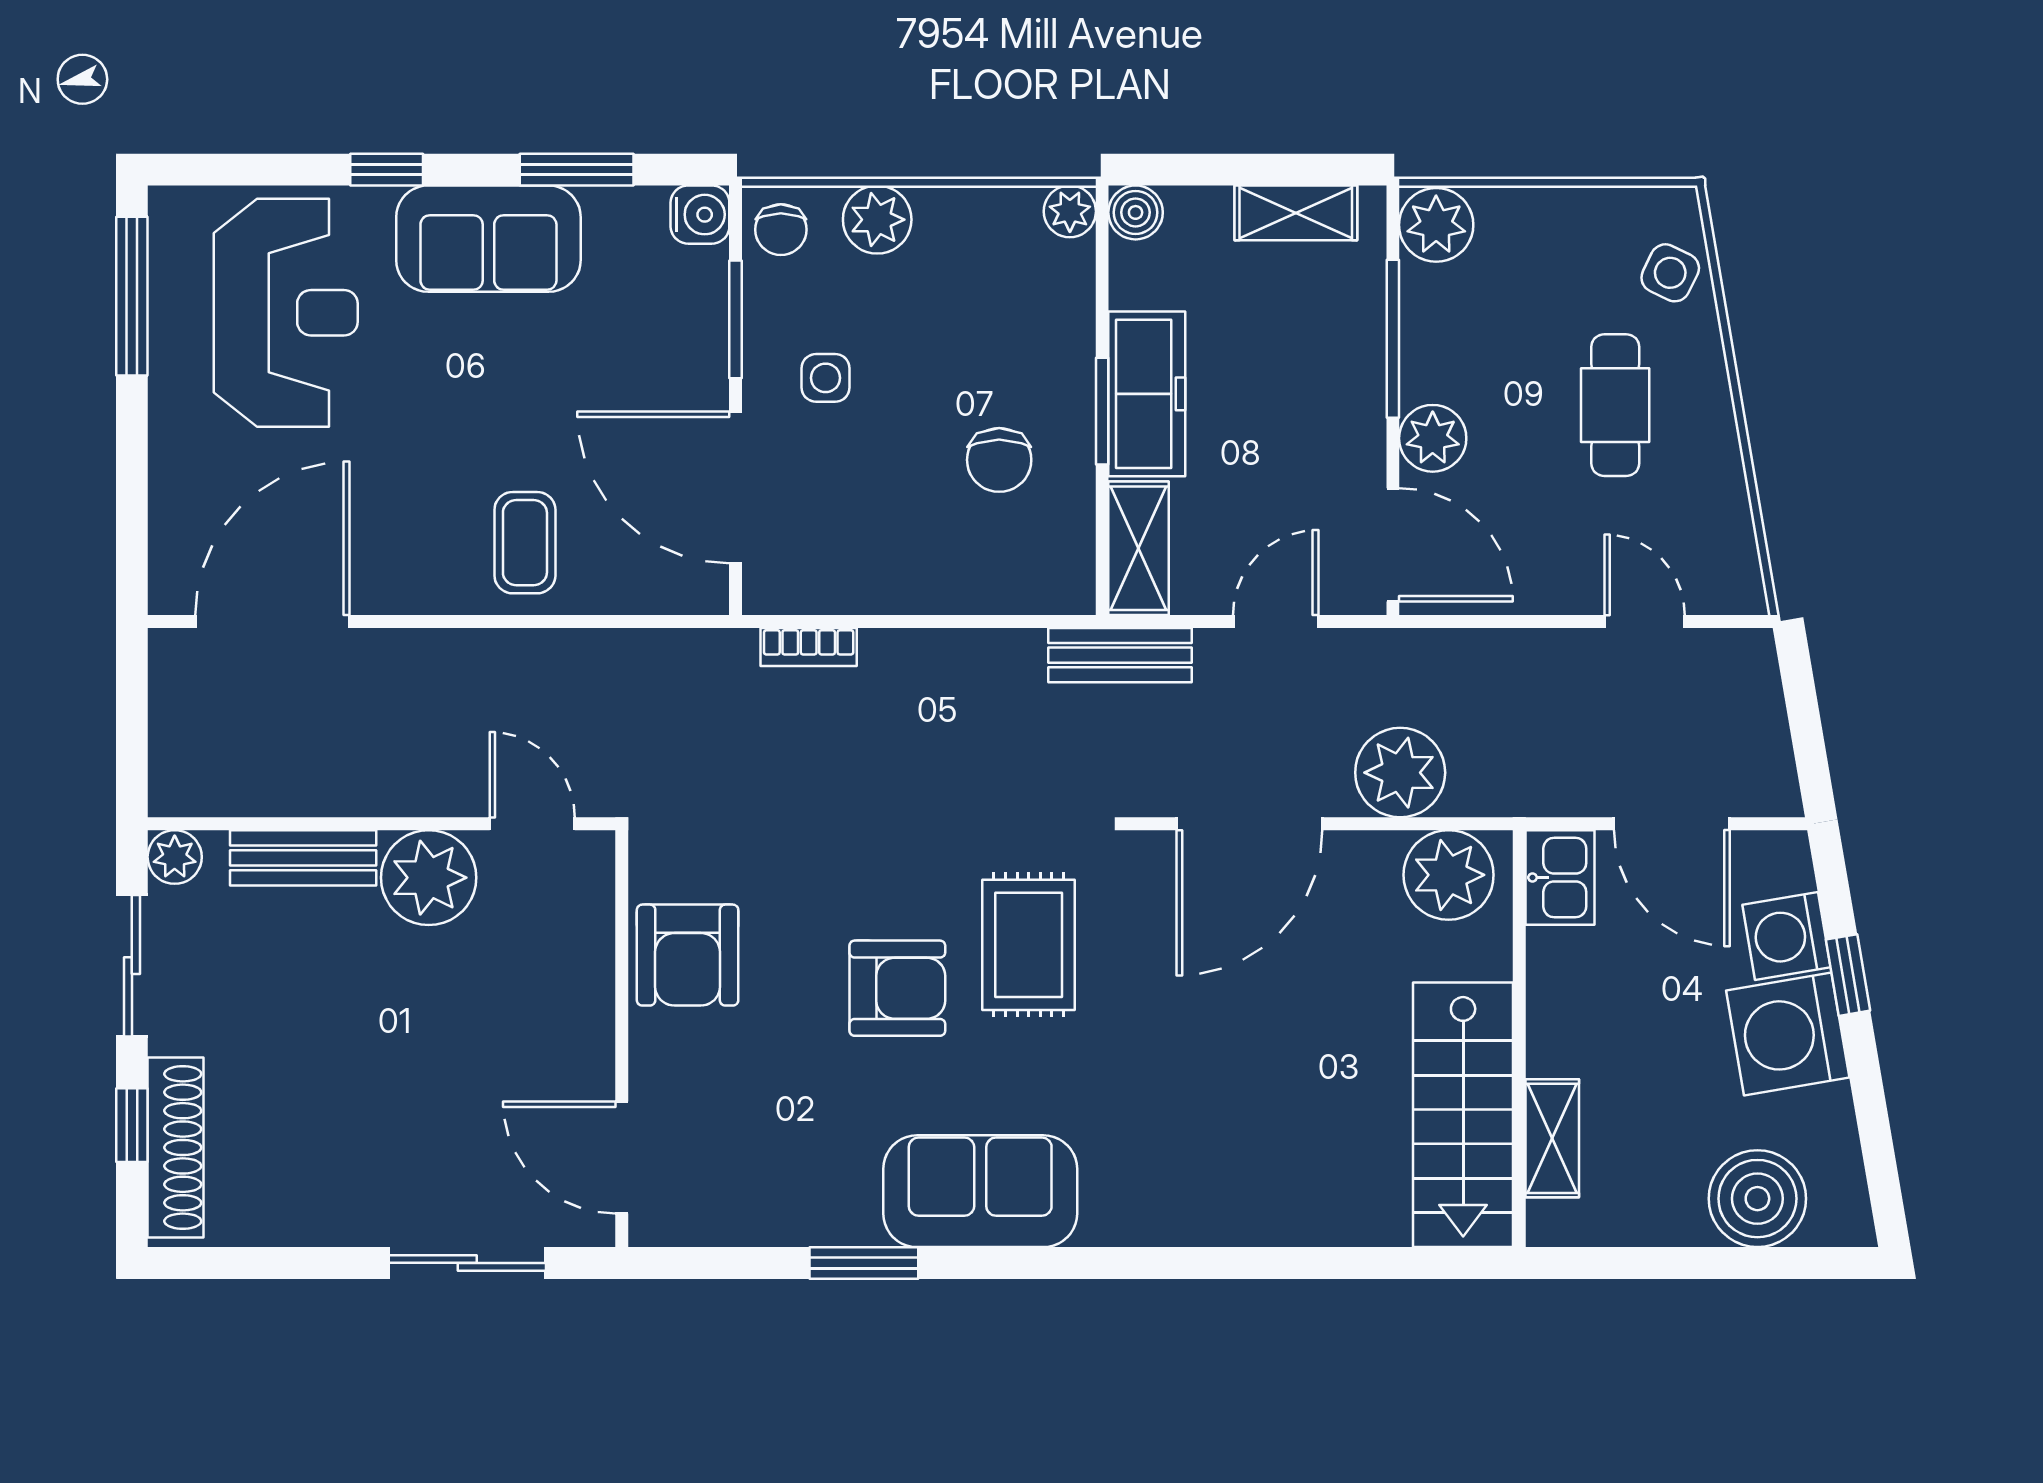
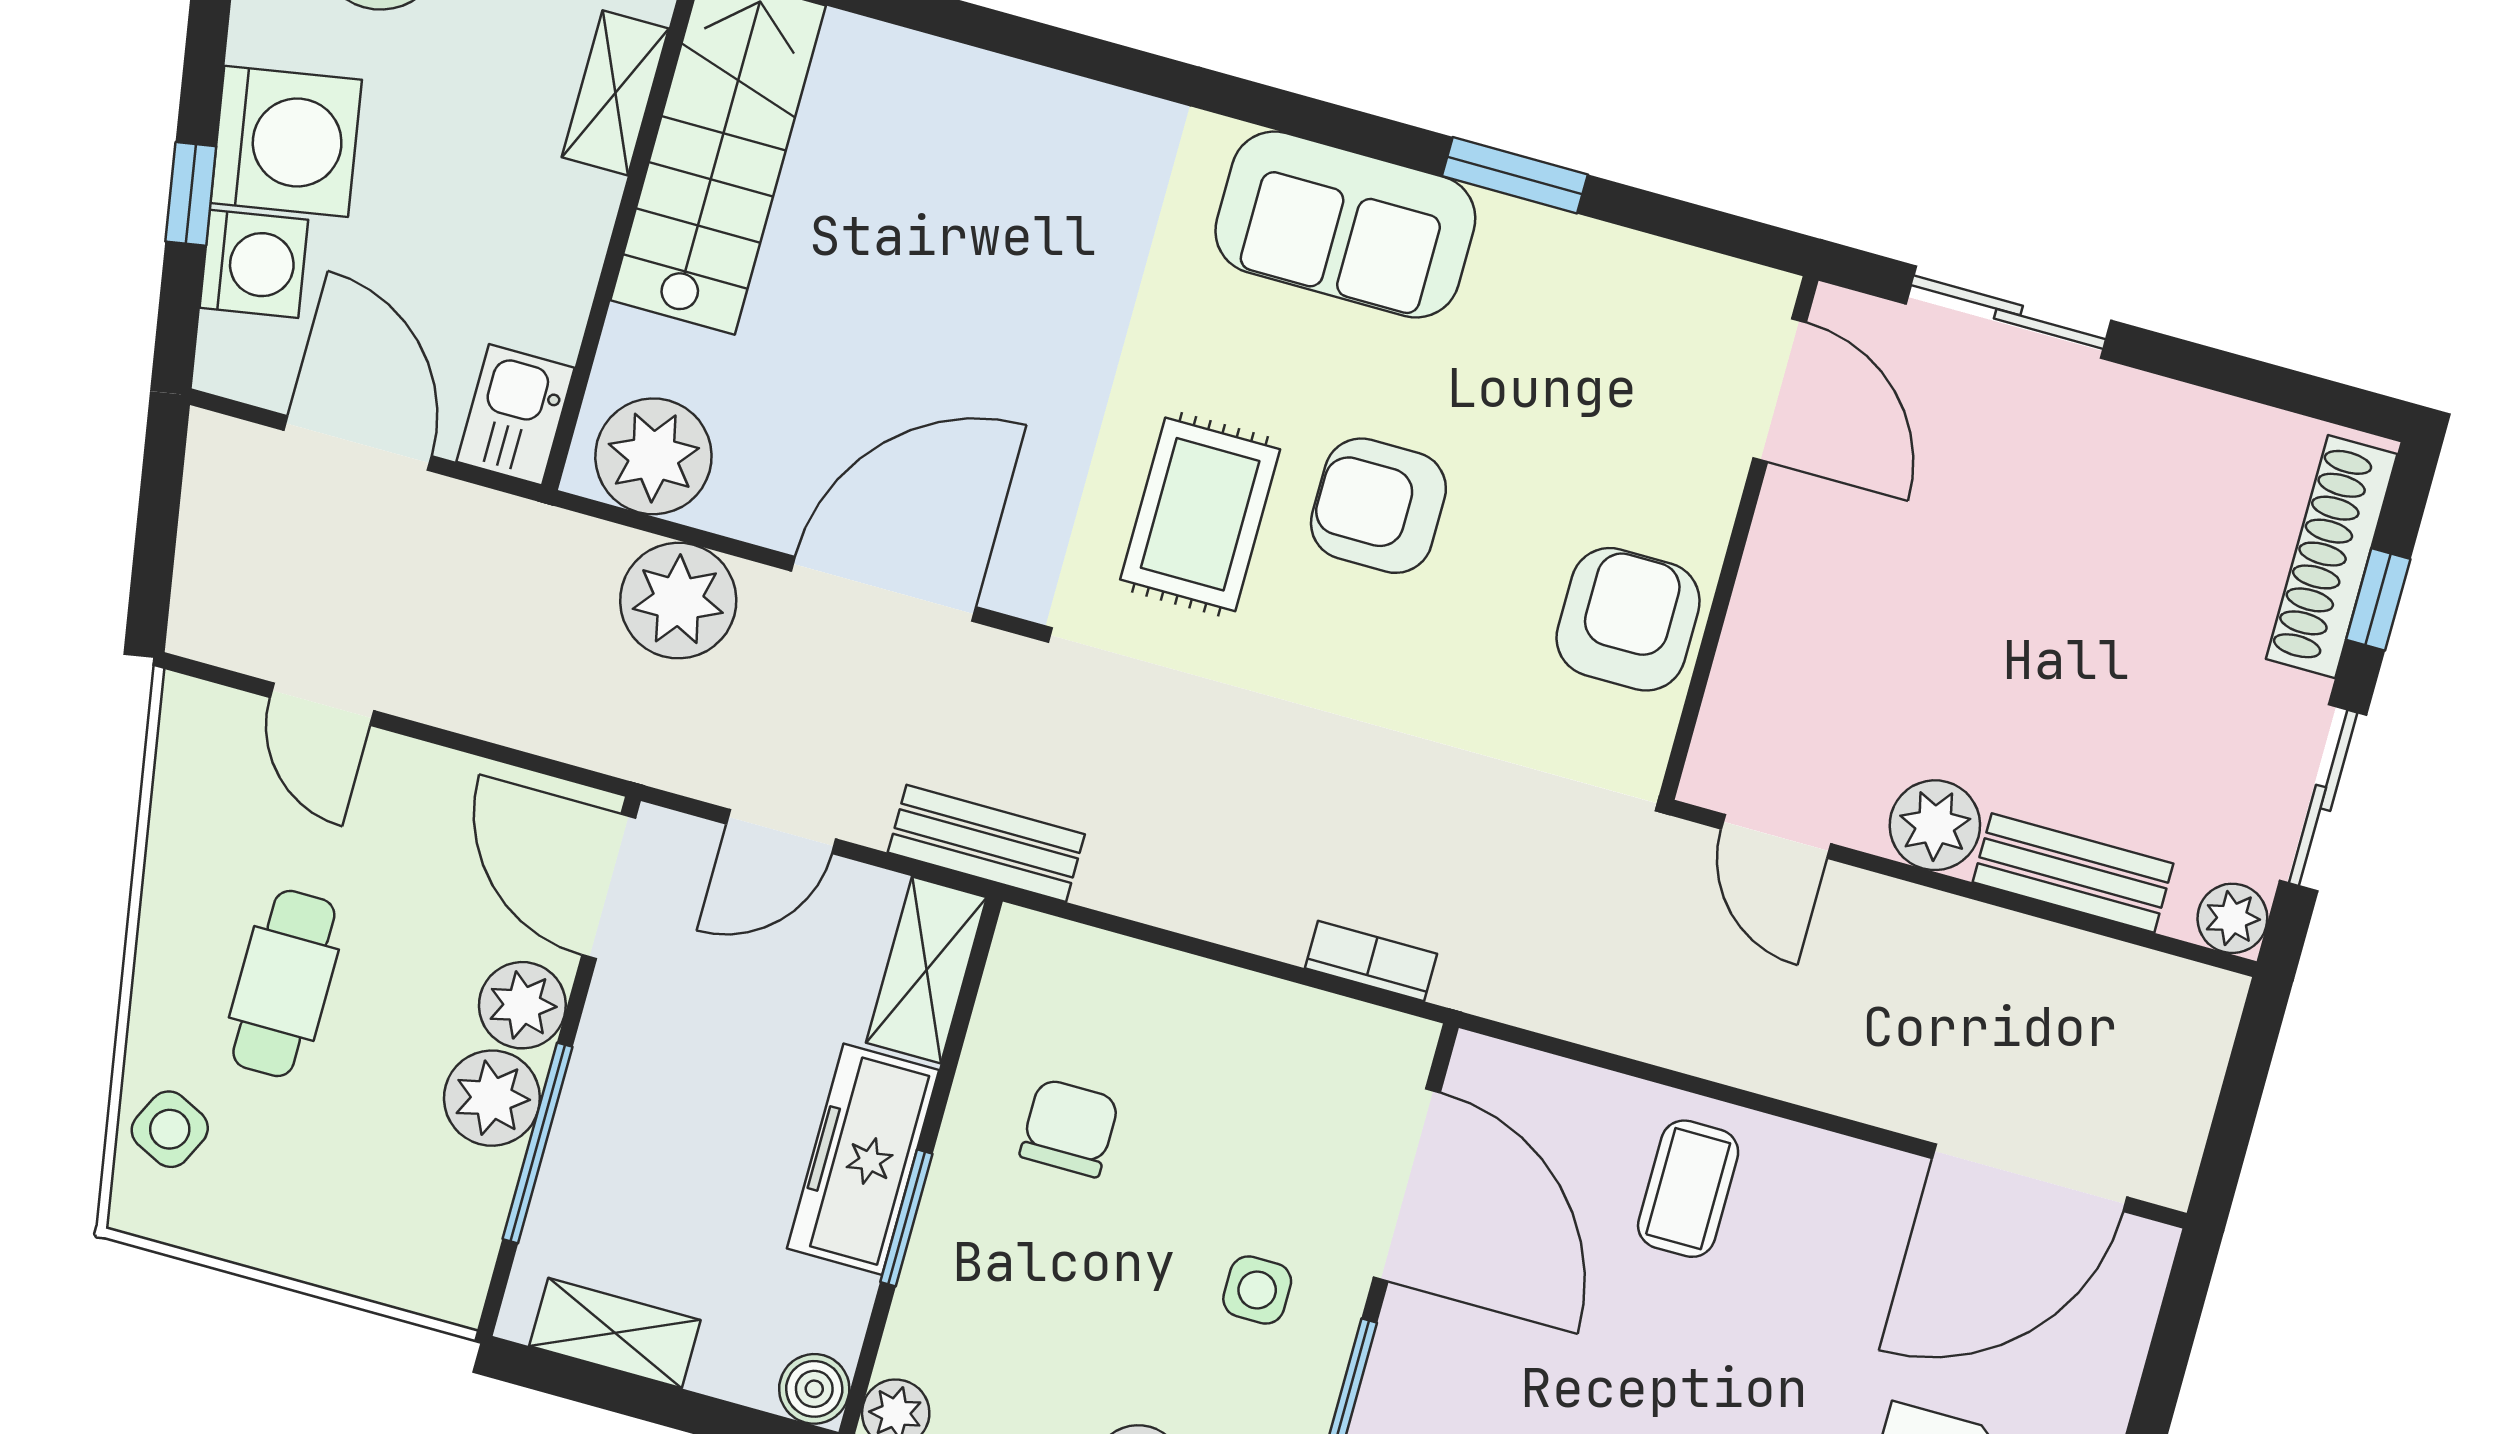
plant: (1436, 225) -> (492, 1098), moved
window: (1102, 411) -> (906, 1218), moved
plant: (429, 878) -> (1935, 825), width x0.73, depth x0.73

